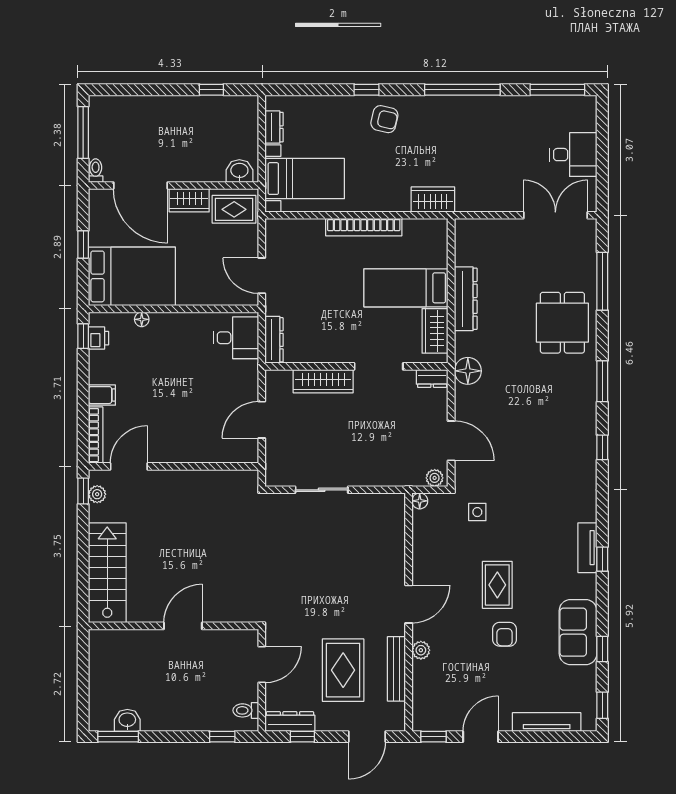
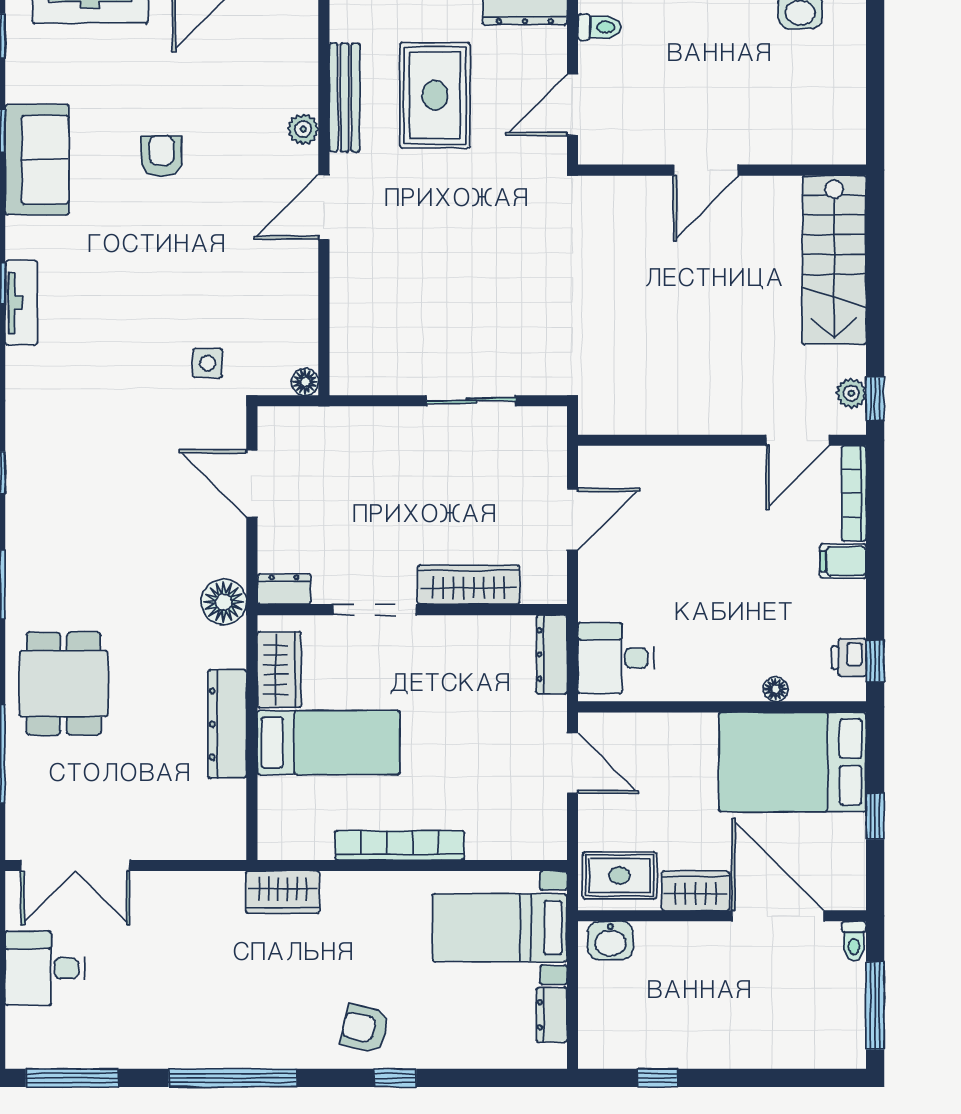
plant: (435, 478) -> (280, 421), removed
rug: (497, 585) -> (174, 240), removed

